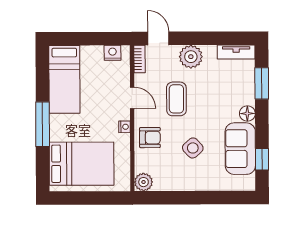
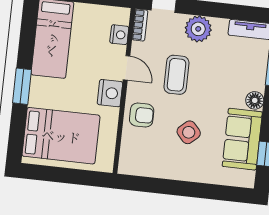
nightstand: (113, 53) -> (119, 35), moved, turned 90
window: (43, 124) -> (22, 86), width x0.69
nightstand: (125, 127) -> (110, 93), width x1.89, depth x1.79
plant: (144, 182) -> (129, 164), removed

